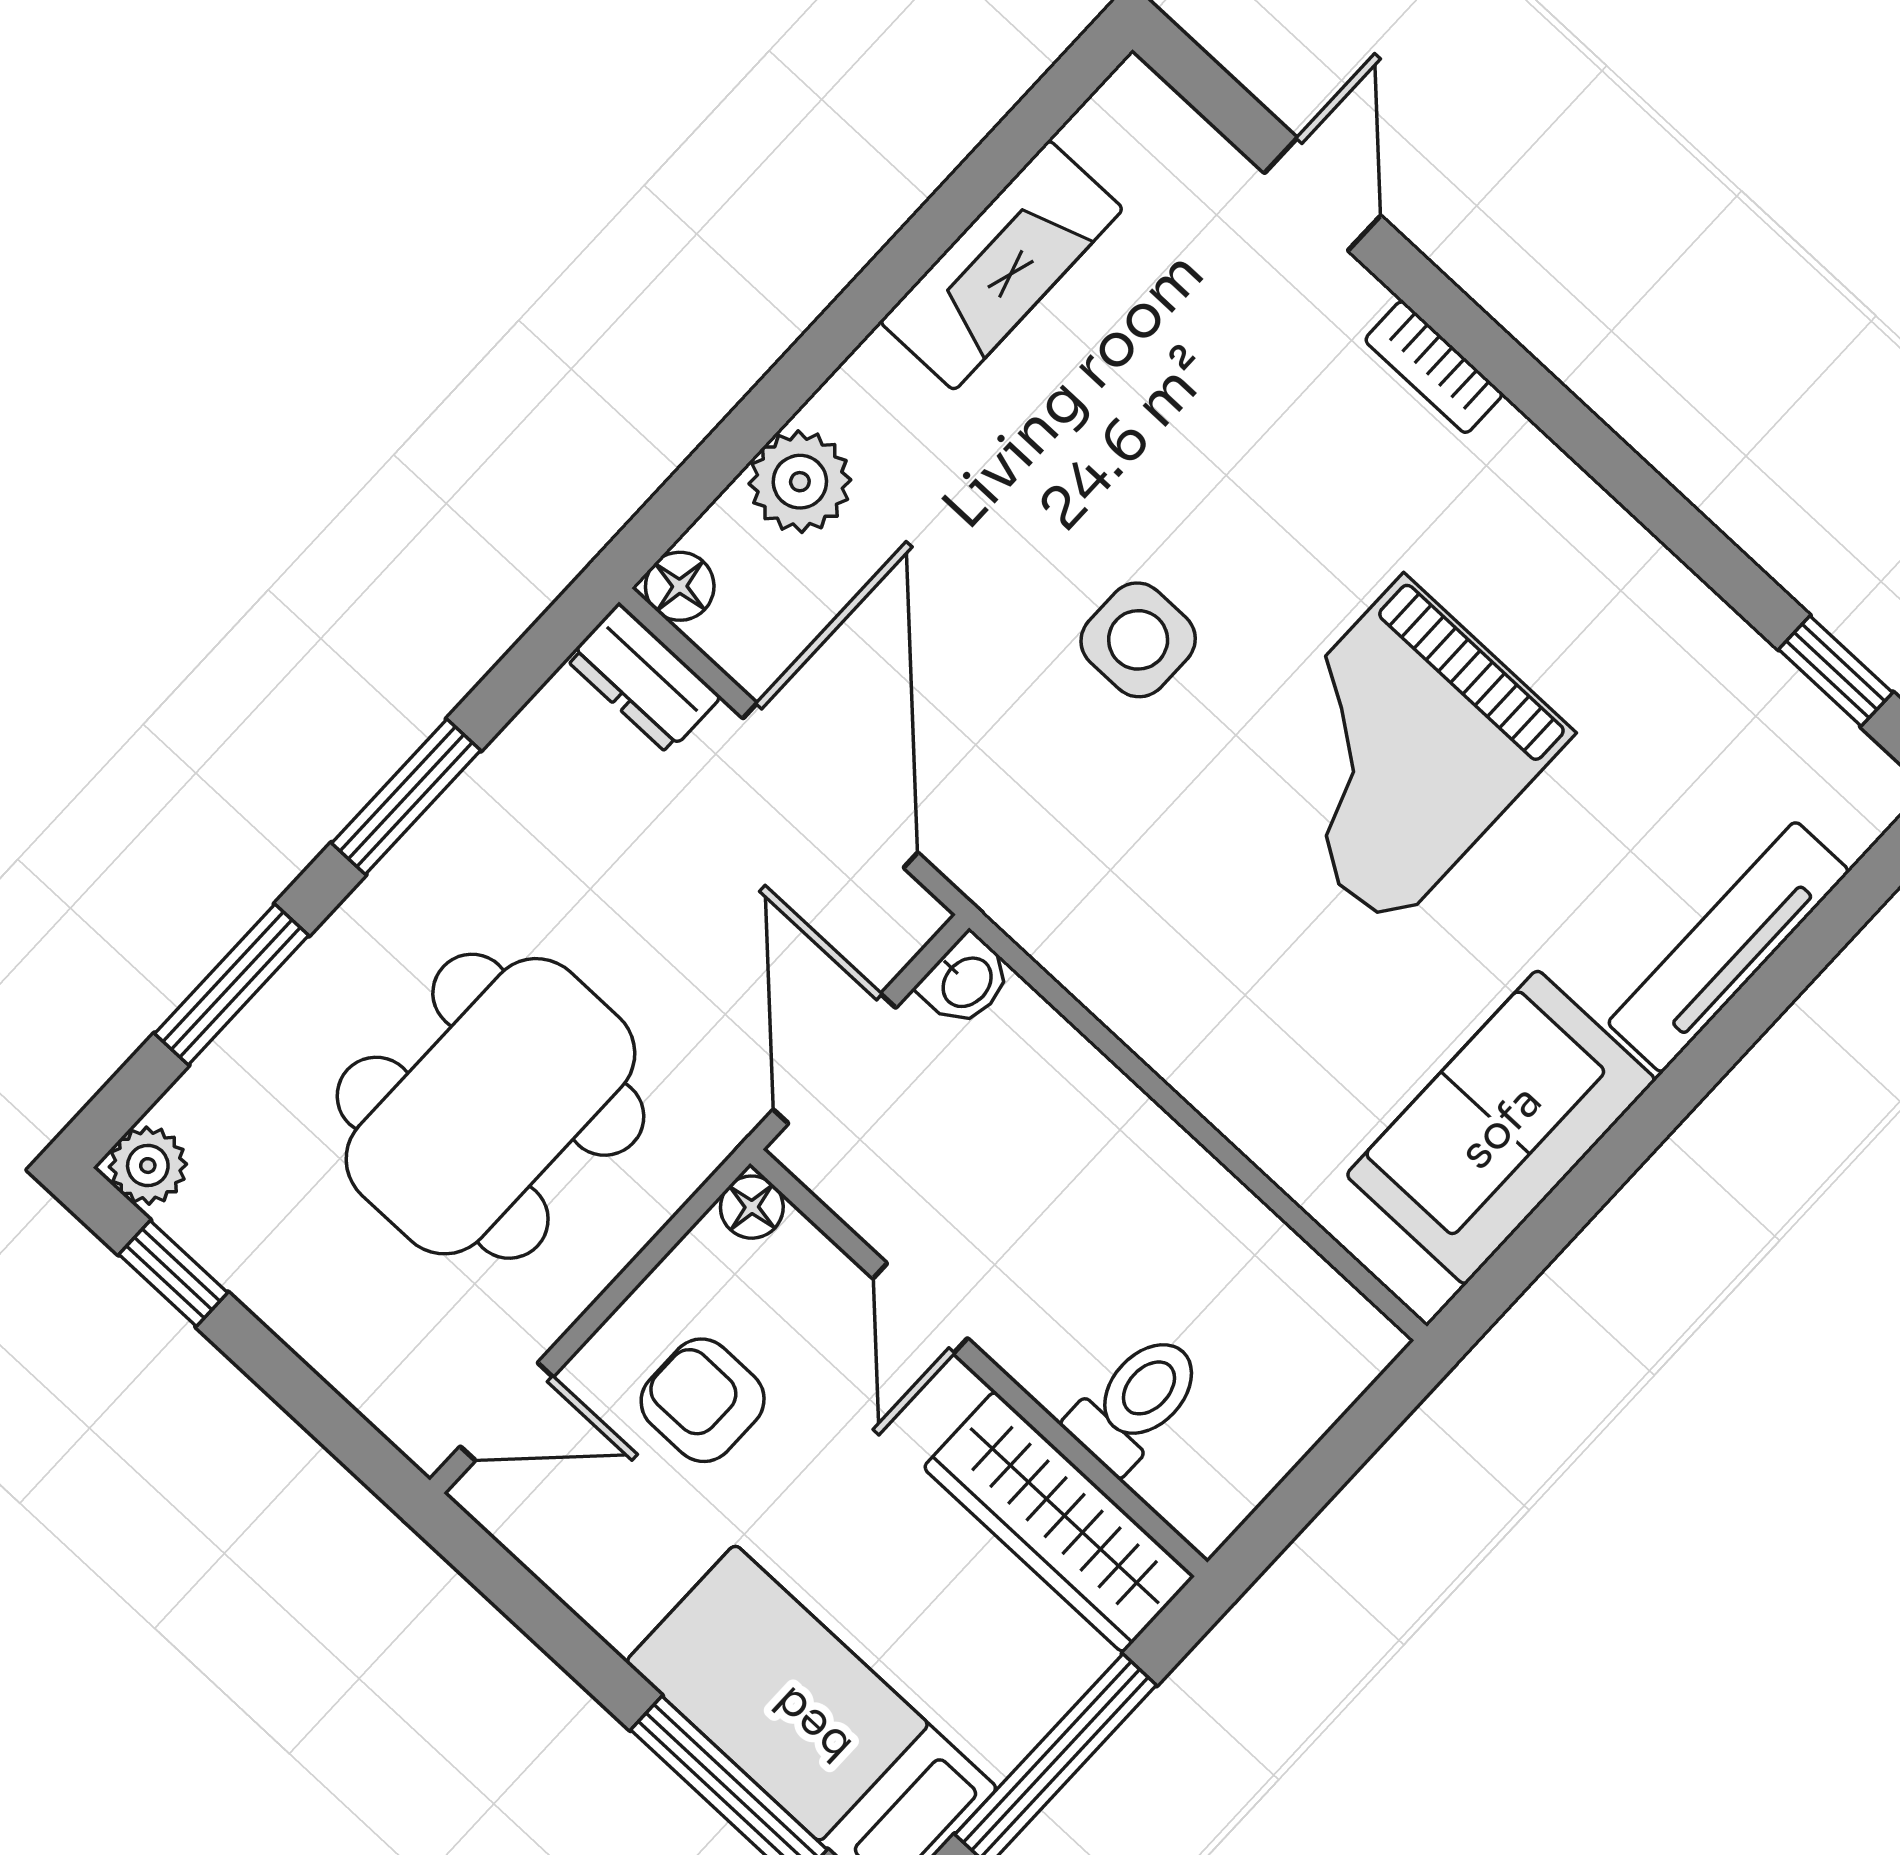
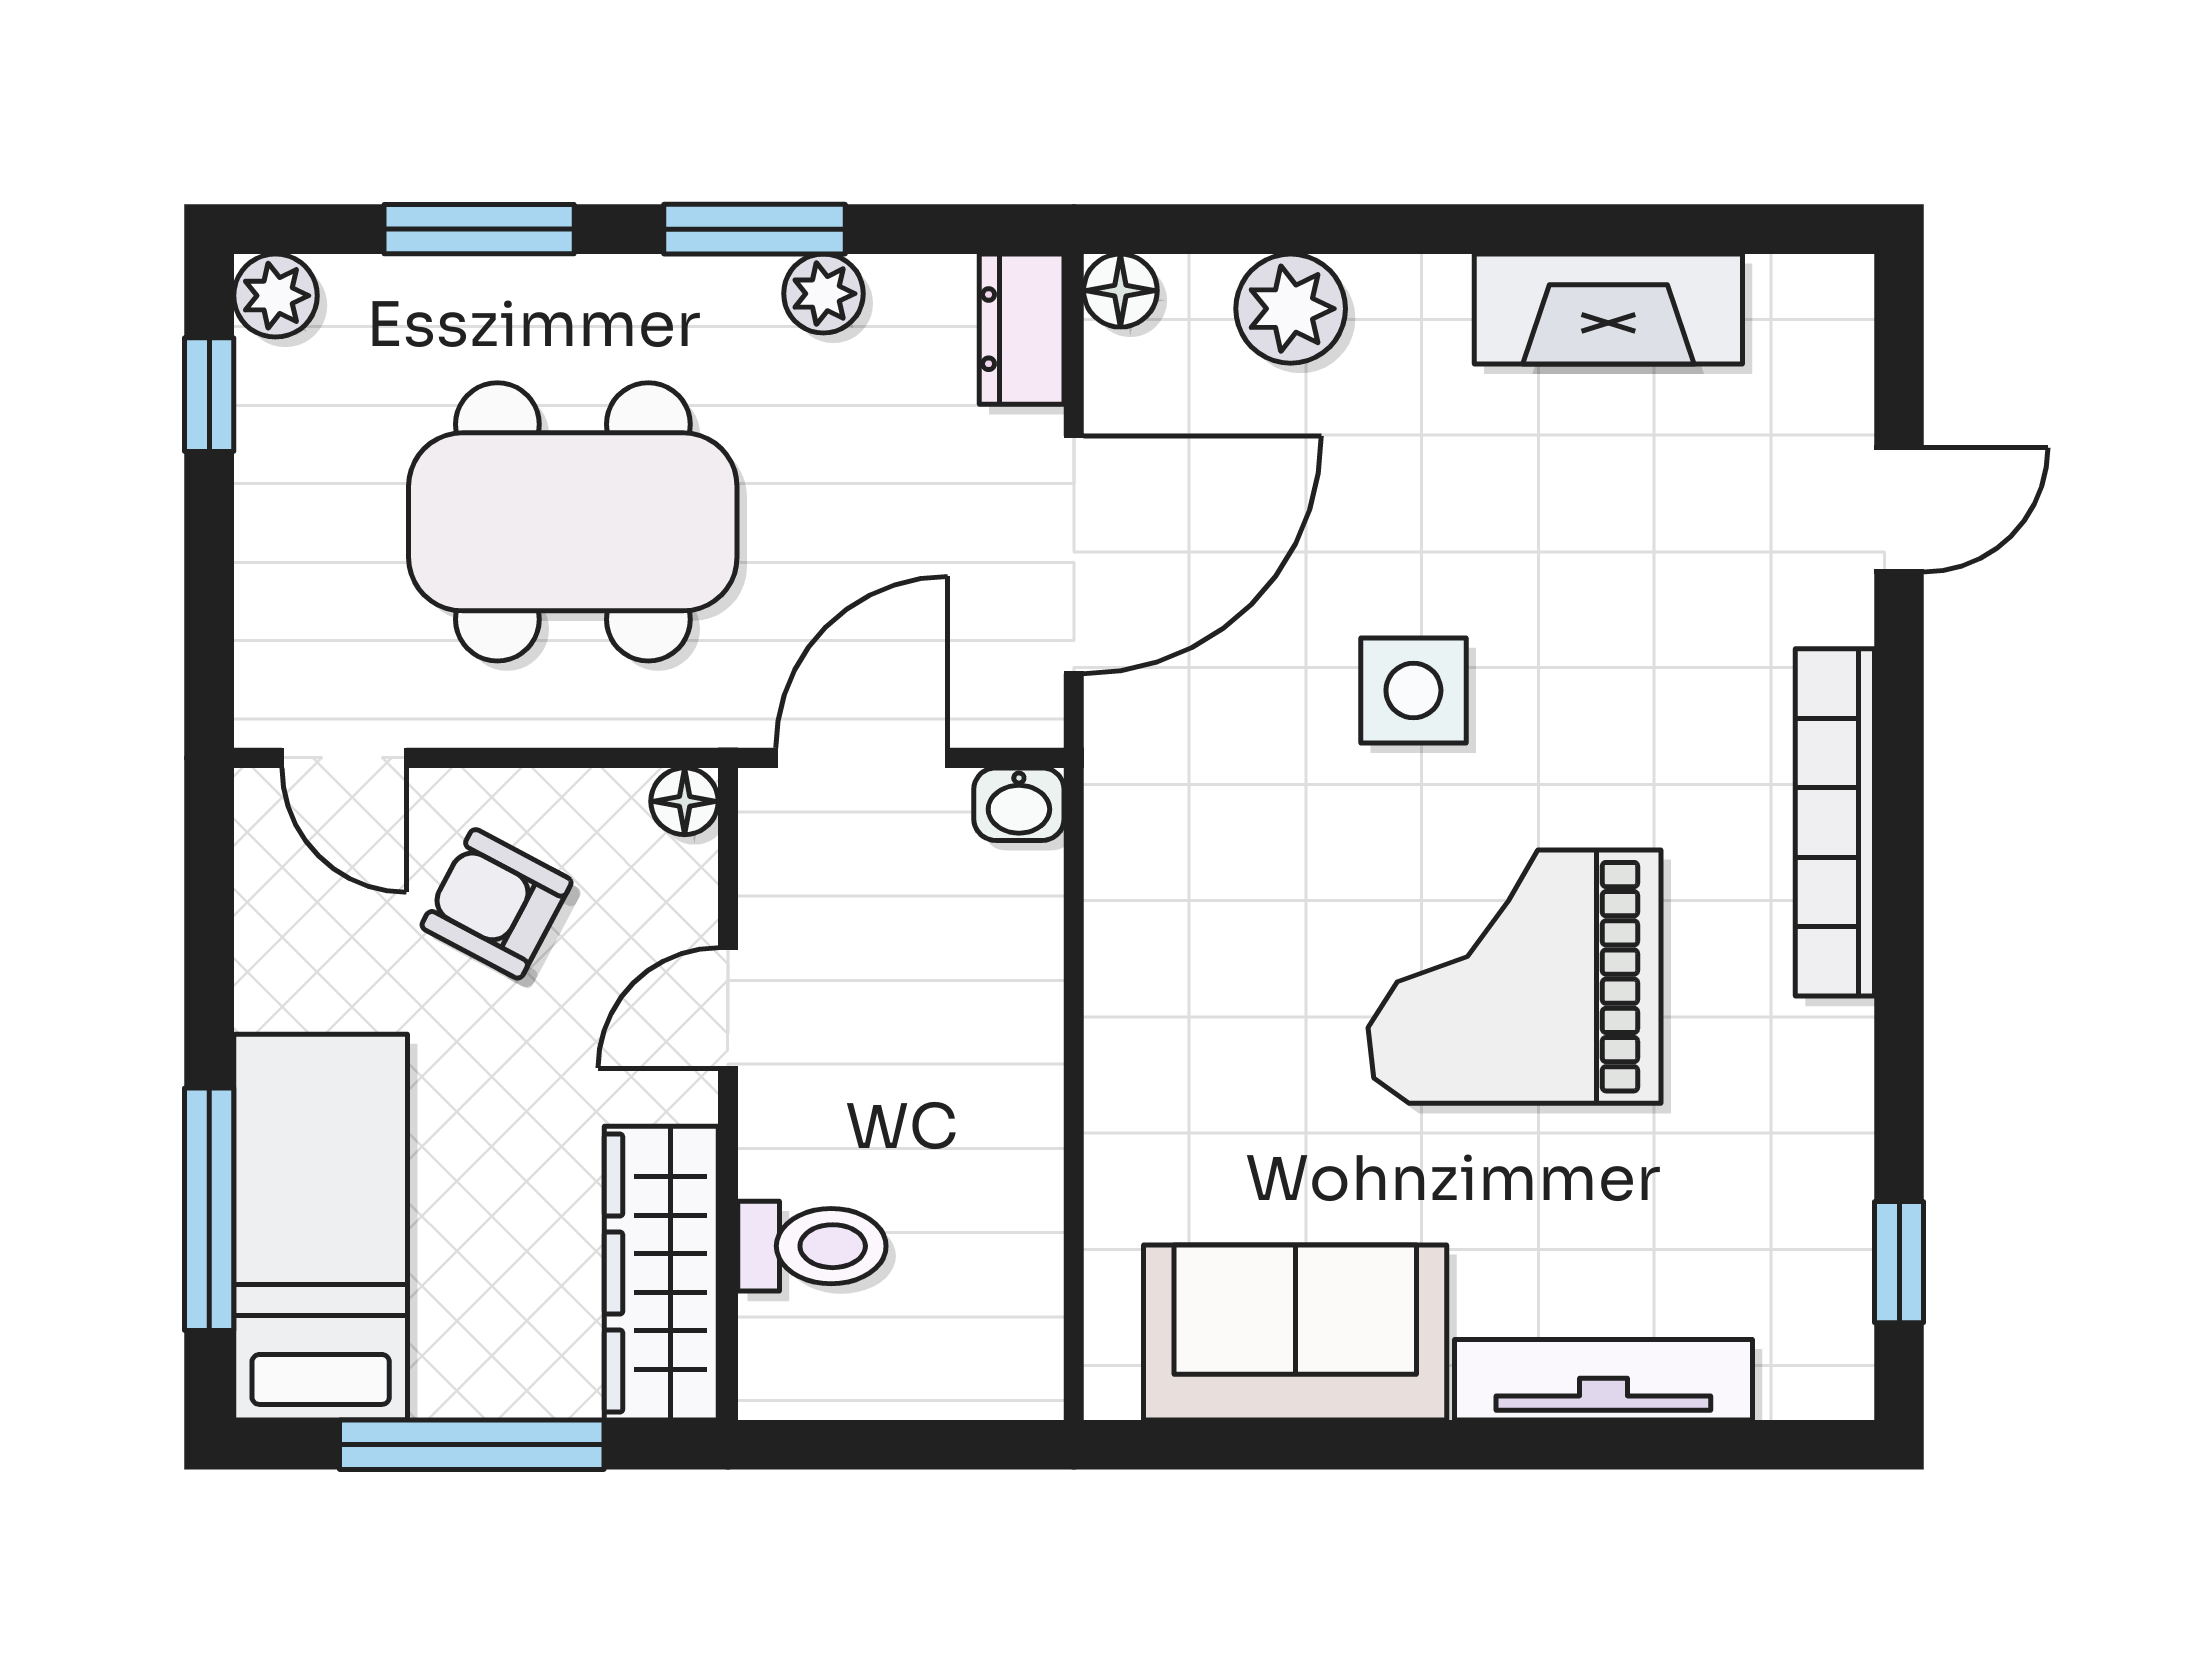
bookcase: (1434, 367) -> (1835, 822), width x2.31, depth x1.31
plant: (494, 791) -> (823, 294), added
armchair: (703, 1400) -> (497, 904), turned -62

